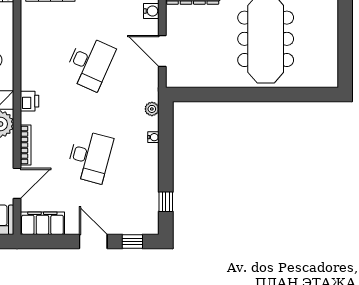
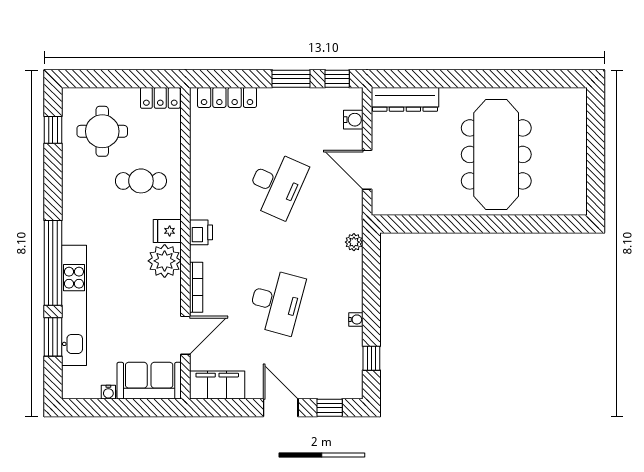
water cooler: (153, 137) -> (356, 319), moved

